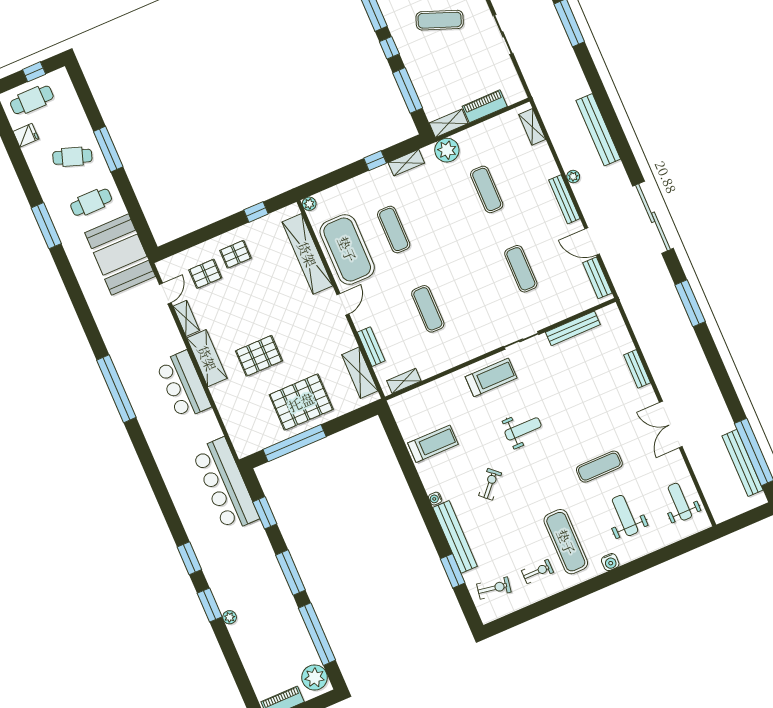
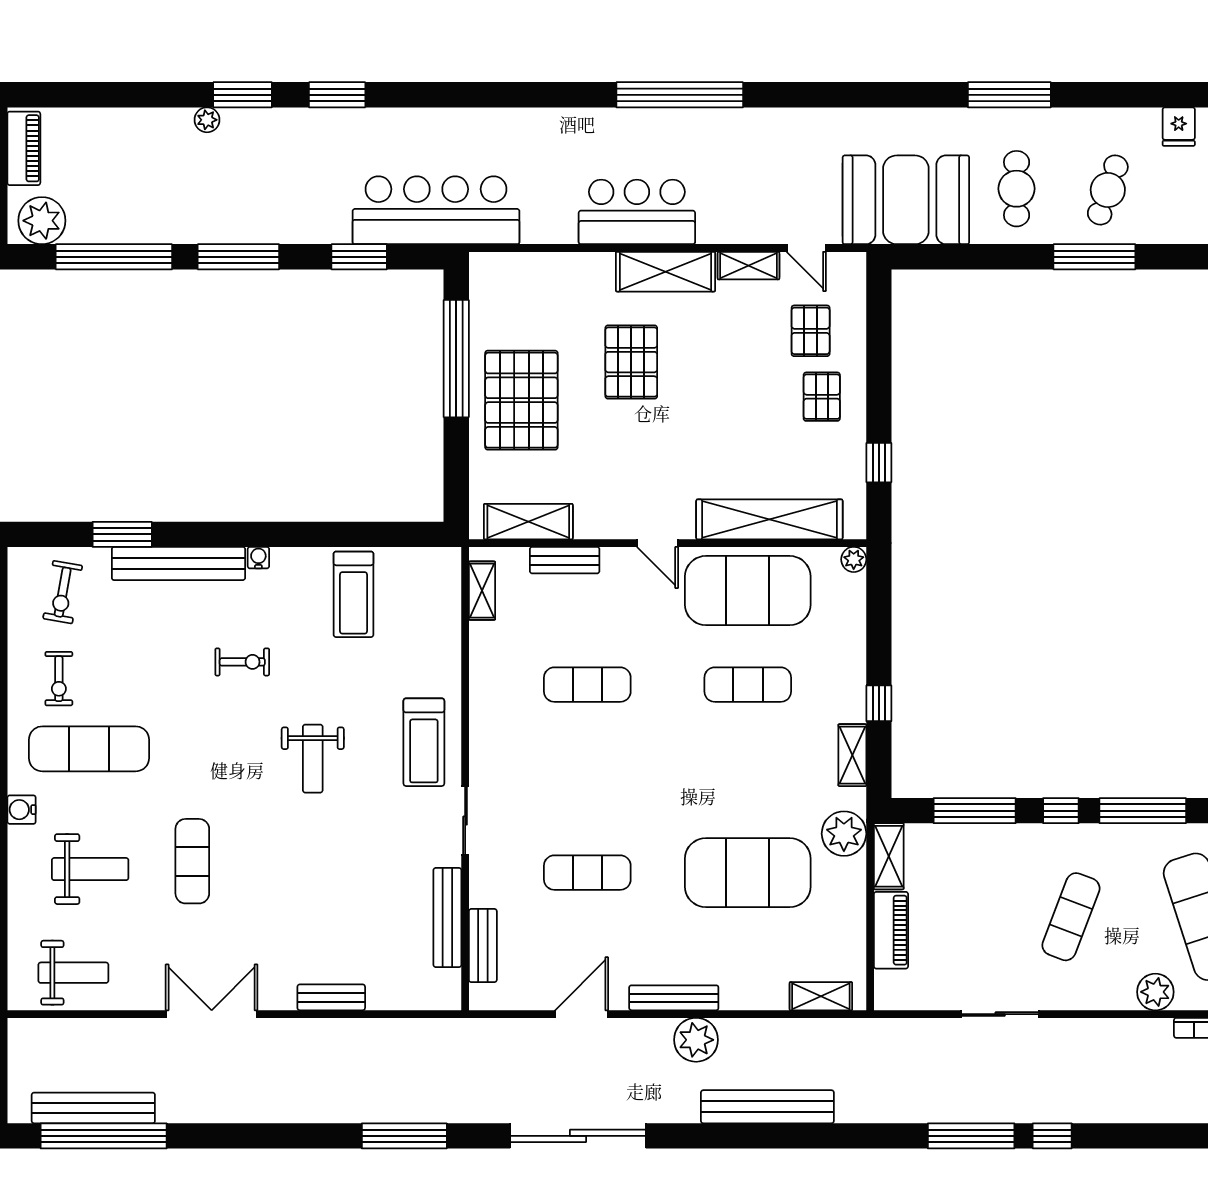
plant: (573, 177) -> (696, 1040), width x1.87, depth x1.87
exercise mat: (487, 189) -> (748, 873), width x2.00, depth x1.45
bench: (597, 278) -> (483, 946), moved, turned 90
exercise bike: (490, 484) -> (242, 662), turned -42

